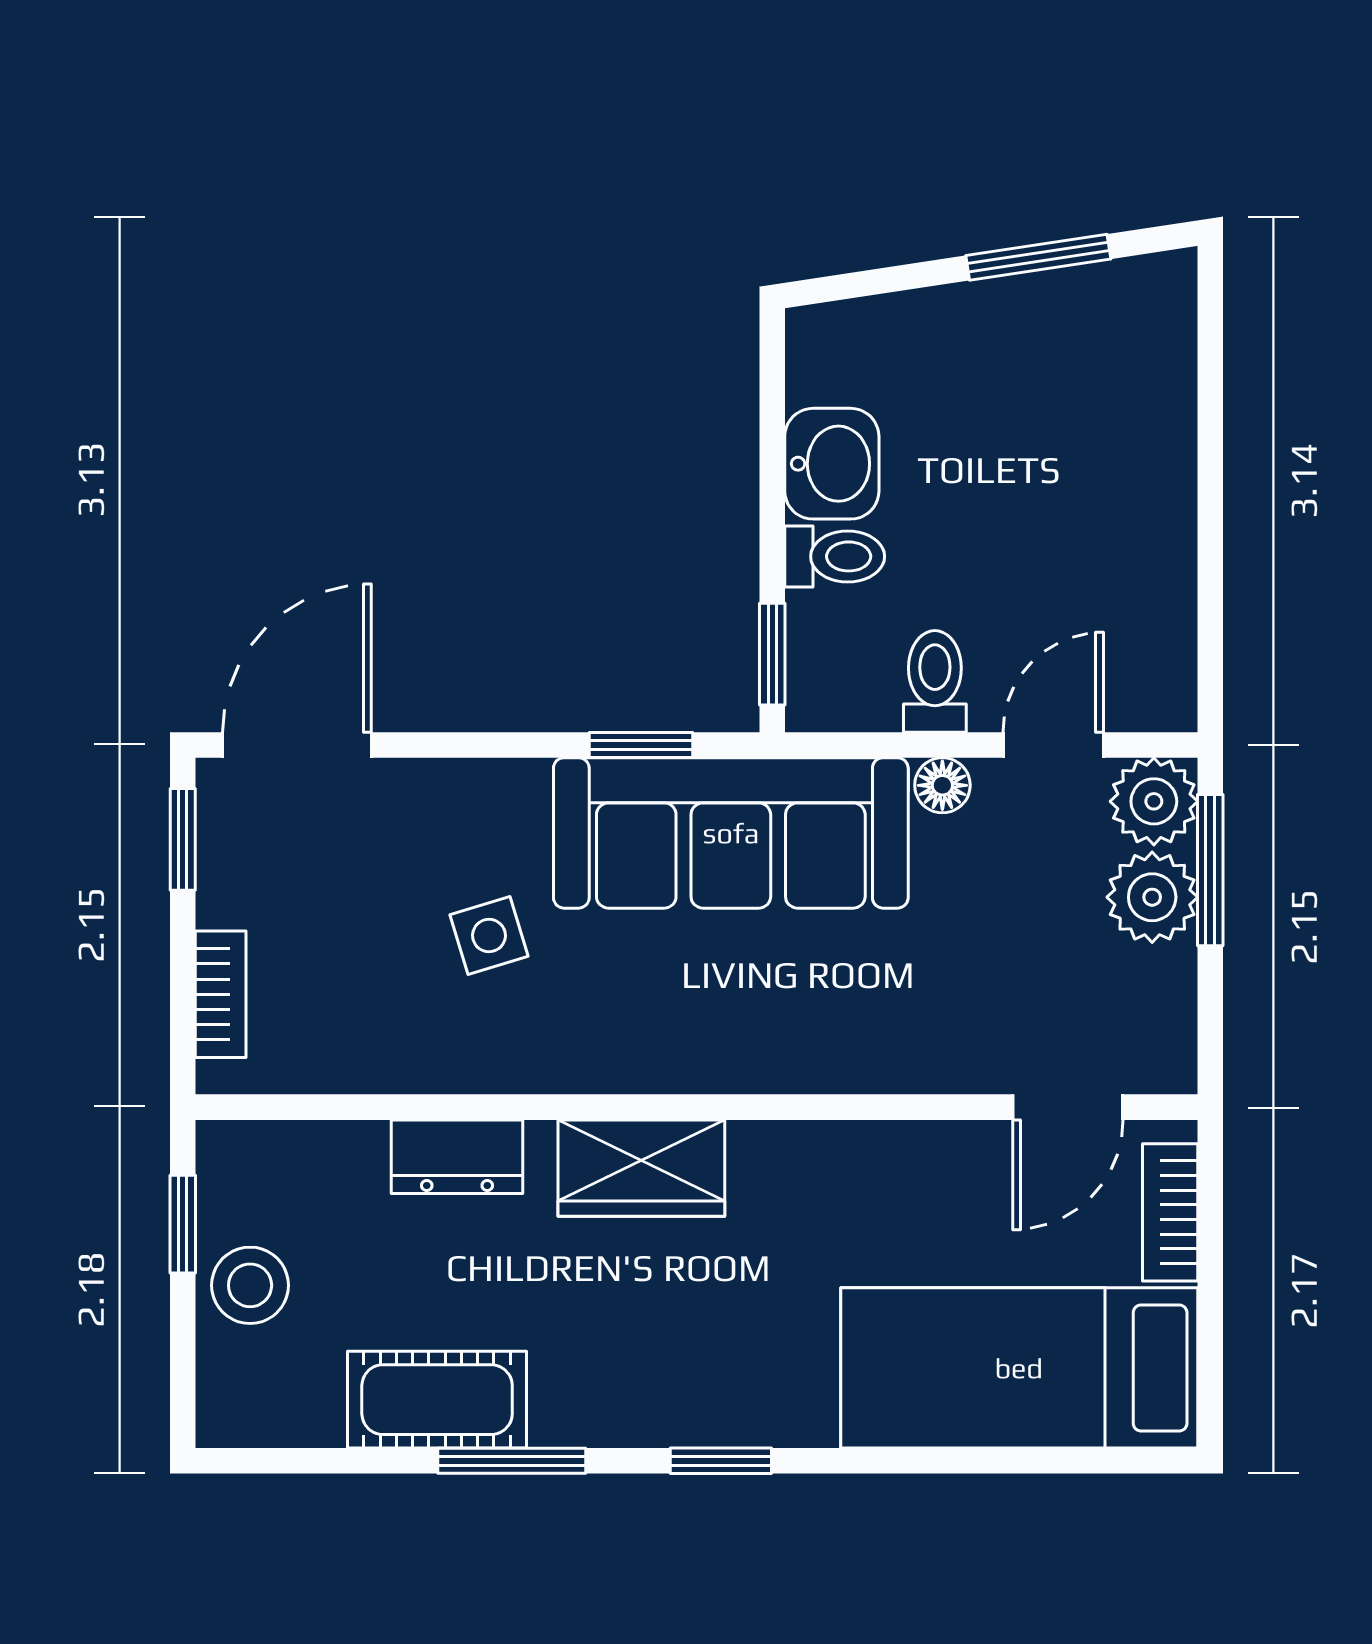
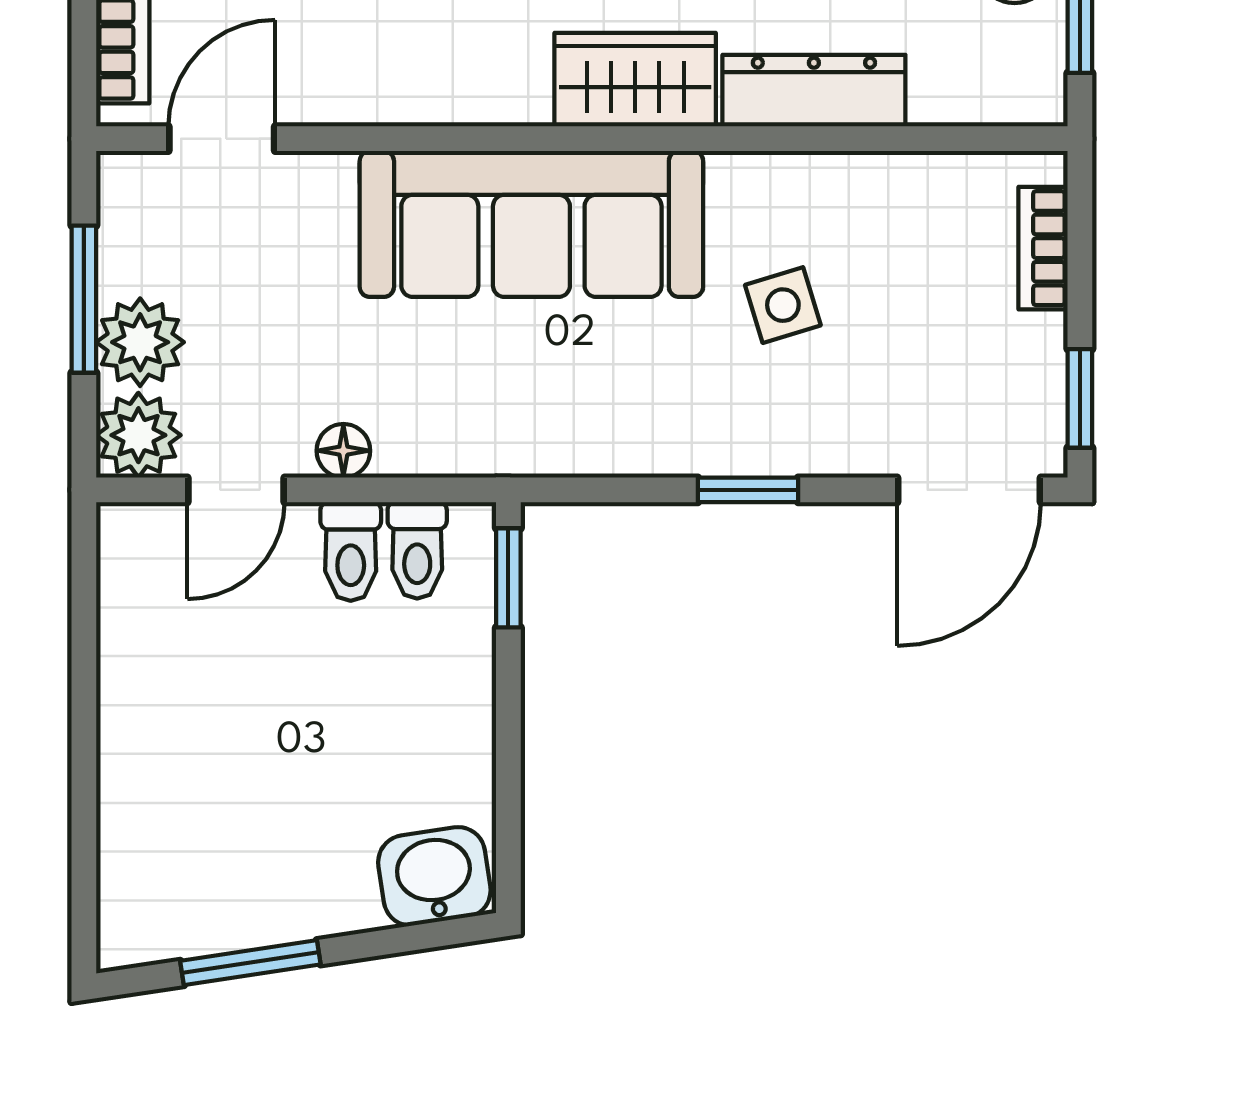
washbasin: (832, 464) -> (434, 876), moved, turned 81
toilet: (835, 556) -> (417, 550), moved, turned -90
window: (641, 745) -> (748, 490), moved
sofa: (731, 833) -> (531, 224), moved, turned 180
window: (1210, 870) -> (84, 299), moved
dresser: (457, 1157) -> (814, 91), width x1.44

